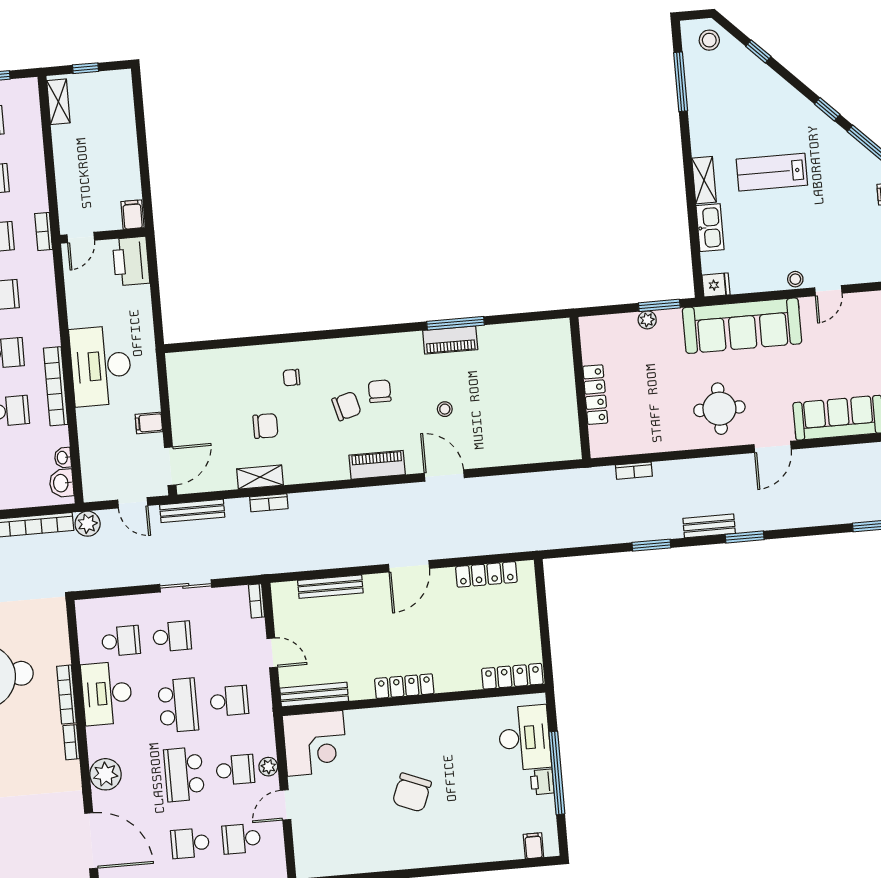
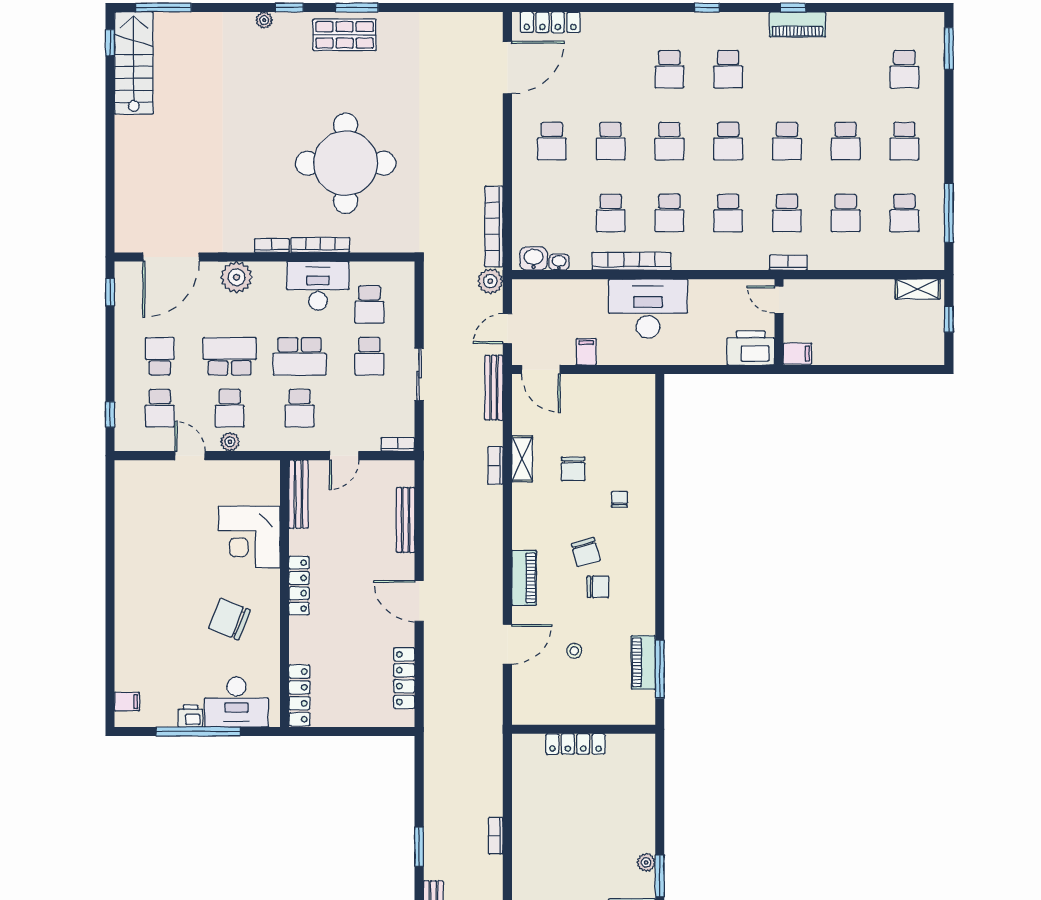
wall: (580, 388) -> (584, 729), moved
locker: (595, 395) -> (576, 744), moved
corner desk: (315, 743) -> (249, 537), moved
chair: (412, 793) -> (230, 619), moved
school desk: (241, 839) -> (160, 408), turned 180

